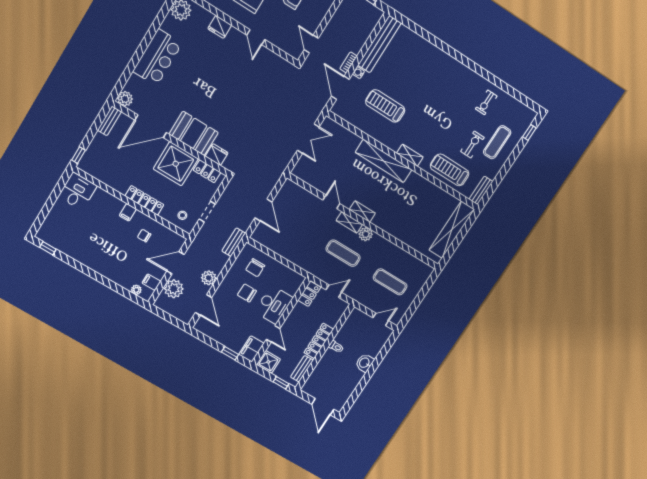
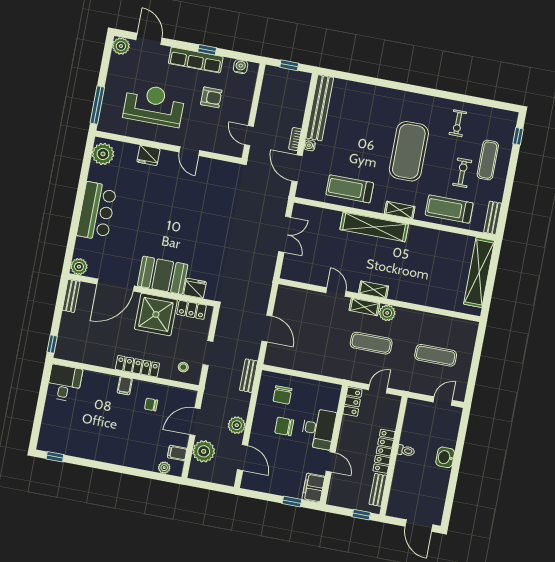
treadmill: (385, 106) -> (350, 189), moved
exercise mat: (437, 110) -> (409, 151), added
shower: (268, 362) -> (338, 496), removed

